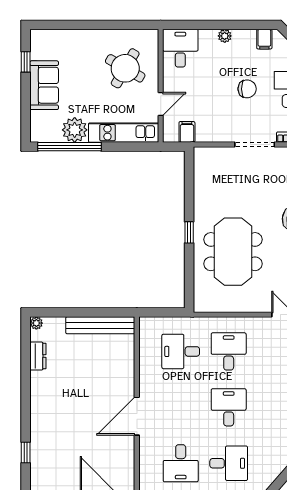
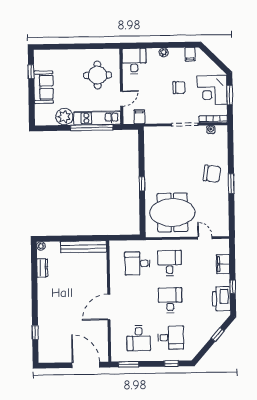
round table: (125, 68) -> (98, 75), turned -30
window: (70, 147) -> (92, 127), moved
meeting table: (233, 252) -> (172, 212), moved, turned 90

